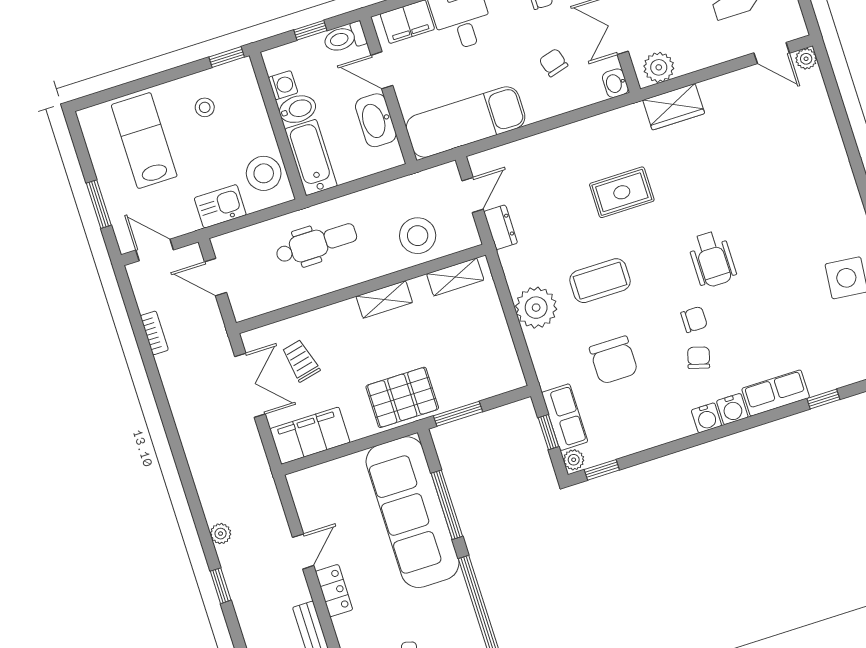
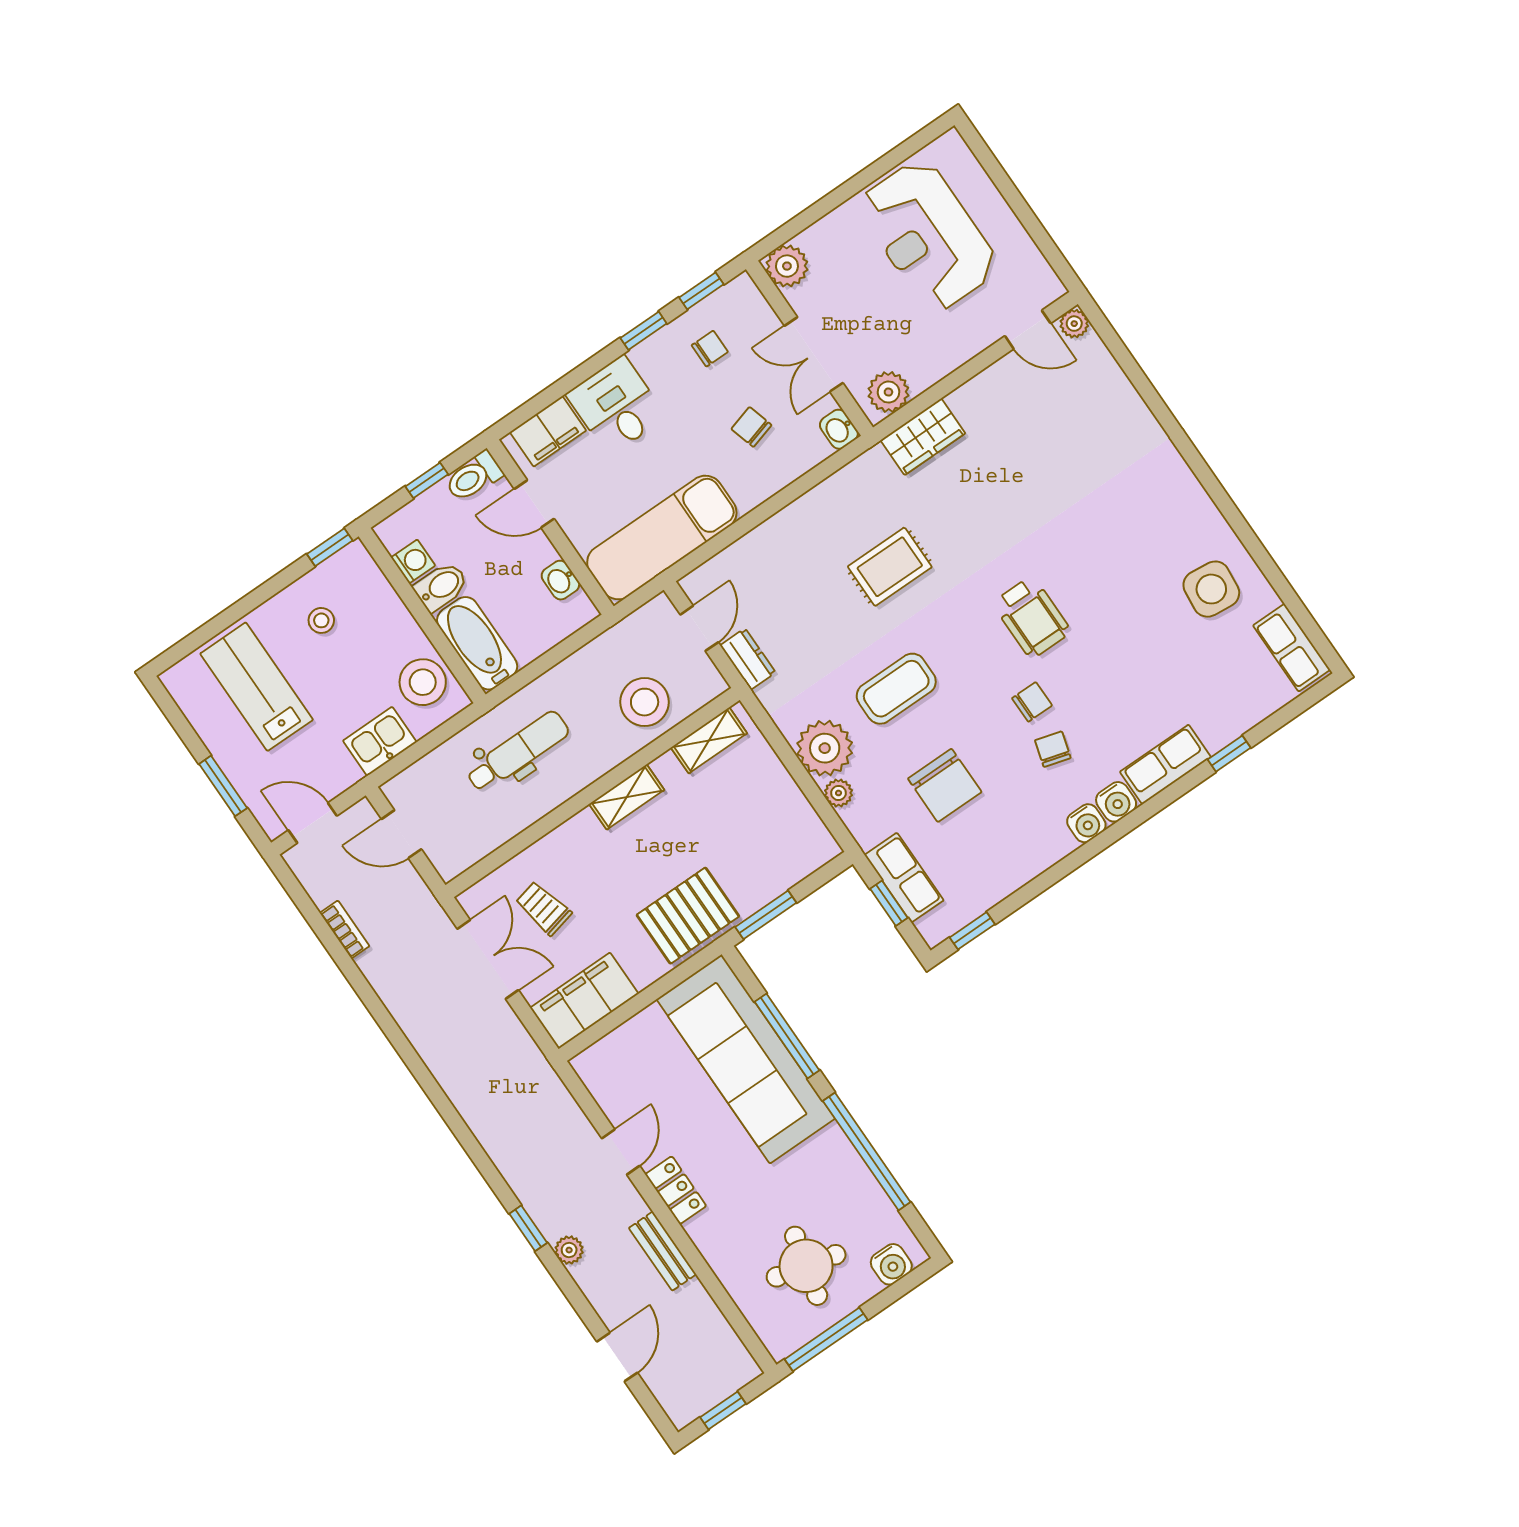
washbasin: (376, 120) -> (560, 580), width x0.52, depth x0.69
plant: (574, 460) -> (839, 793), moved
plant: (221, 534) -> (569, 1250), moved

